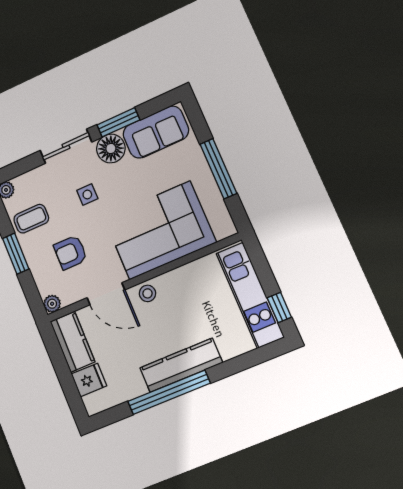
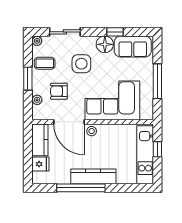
window: (118, 122) -> (115, 32), width x0.67
sliding door: (66, 146) -> (65, 32), moved
side table: (87, 195) -> (81, 64), width x1.87, depth x1.87
door: (106, 294) -> (69, 122), width x1.36
plant: (52, 304) -> (37, 100), moved
window: (279, 307) -> (157, 149), moved

